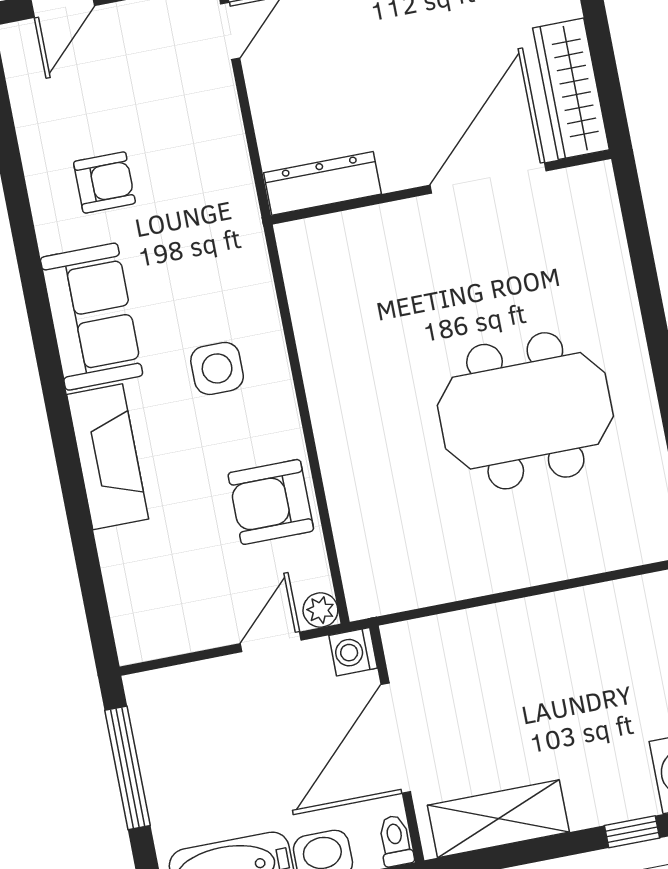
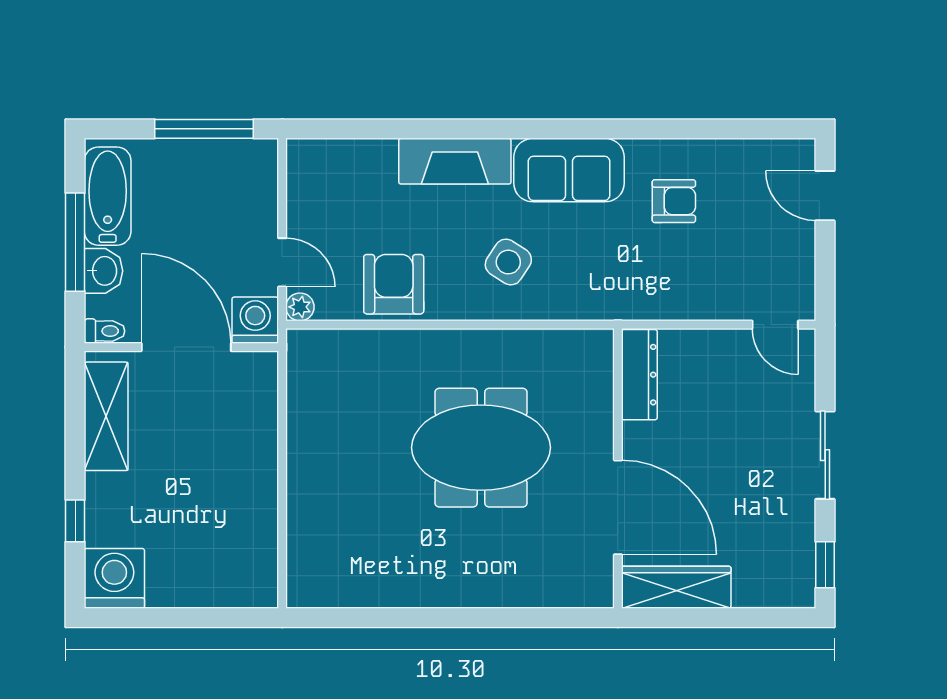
armchair: (104, 182) -> (674, 201), turned -90
side table: (217, 368) -> (508, 262), turned 33
meeting table: (525, 411) -> (481, 448), moved, turned 90
washing machine: (353, 652) -> (255, 320), width x1.38, depth x1.38

